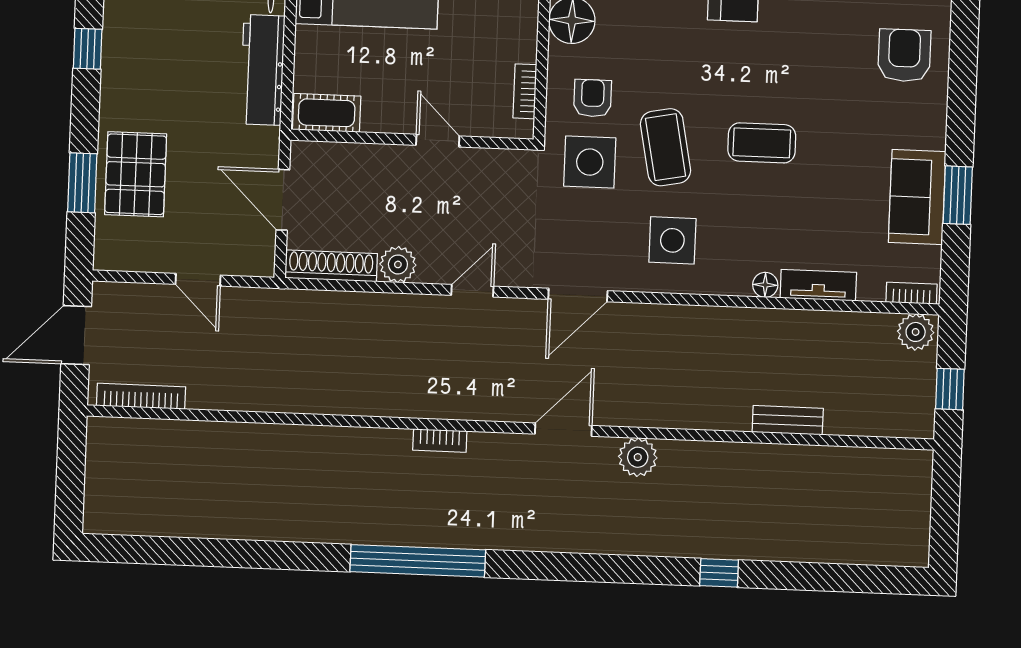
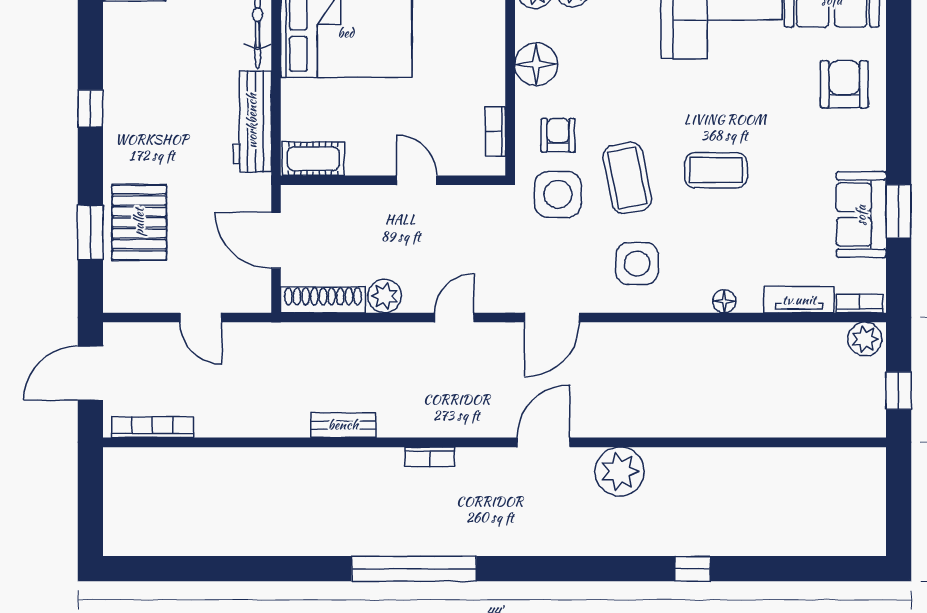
tv unit: (818, 285) -> (799, 300), moved
bench: (788, 420) -> (343, 425), moved
plant: (638, 457) -> (620, 471), width x1.36, depth x1.36

